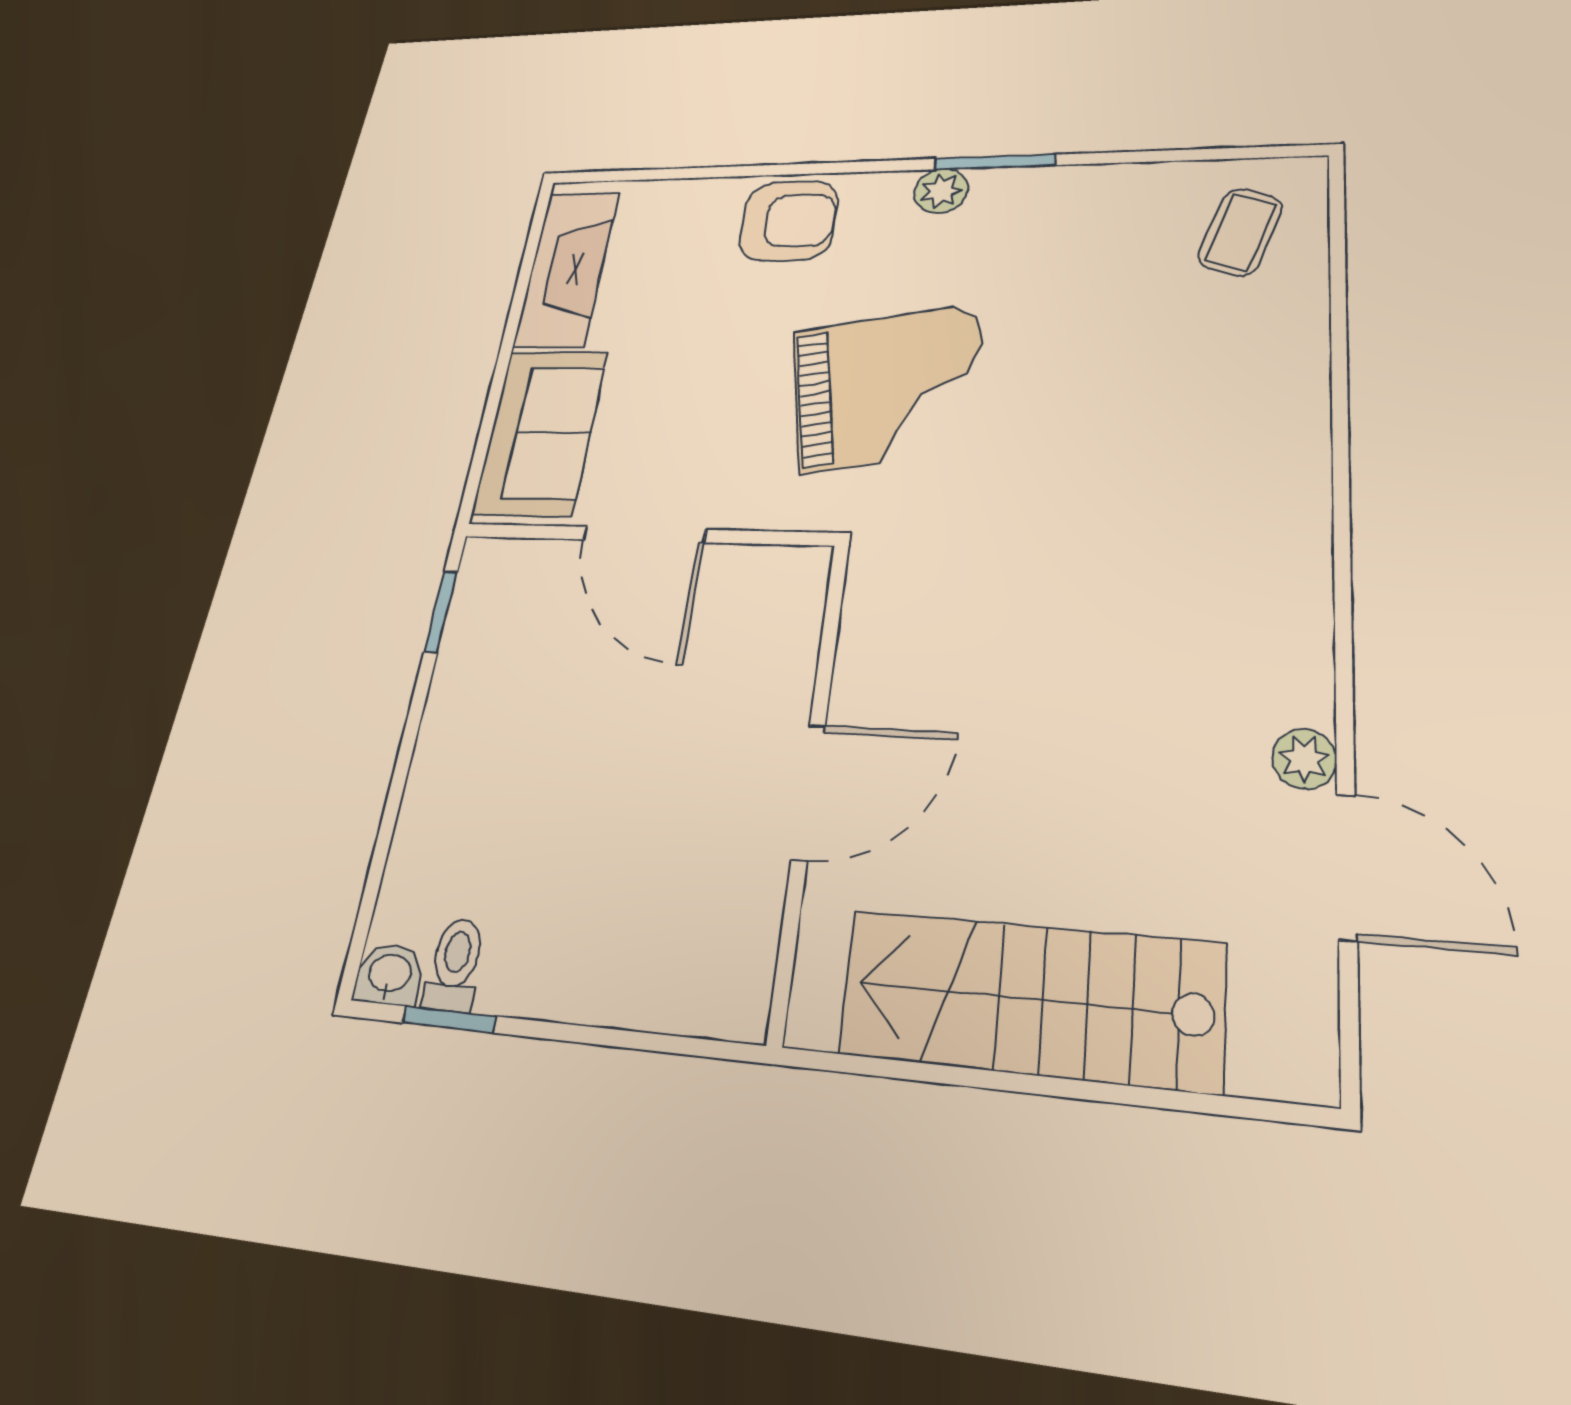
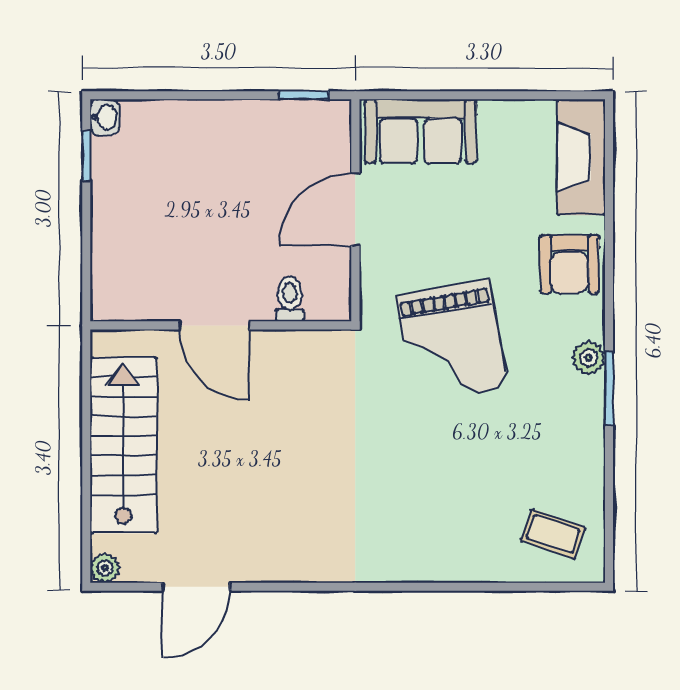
fireplace: (567, 269) -> (581, 157), moved, turned 90
plant: (1304, 759) -> (105, 568), moved
toilet: (455, 965) -> (290, 299), moved, turned -90

